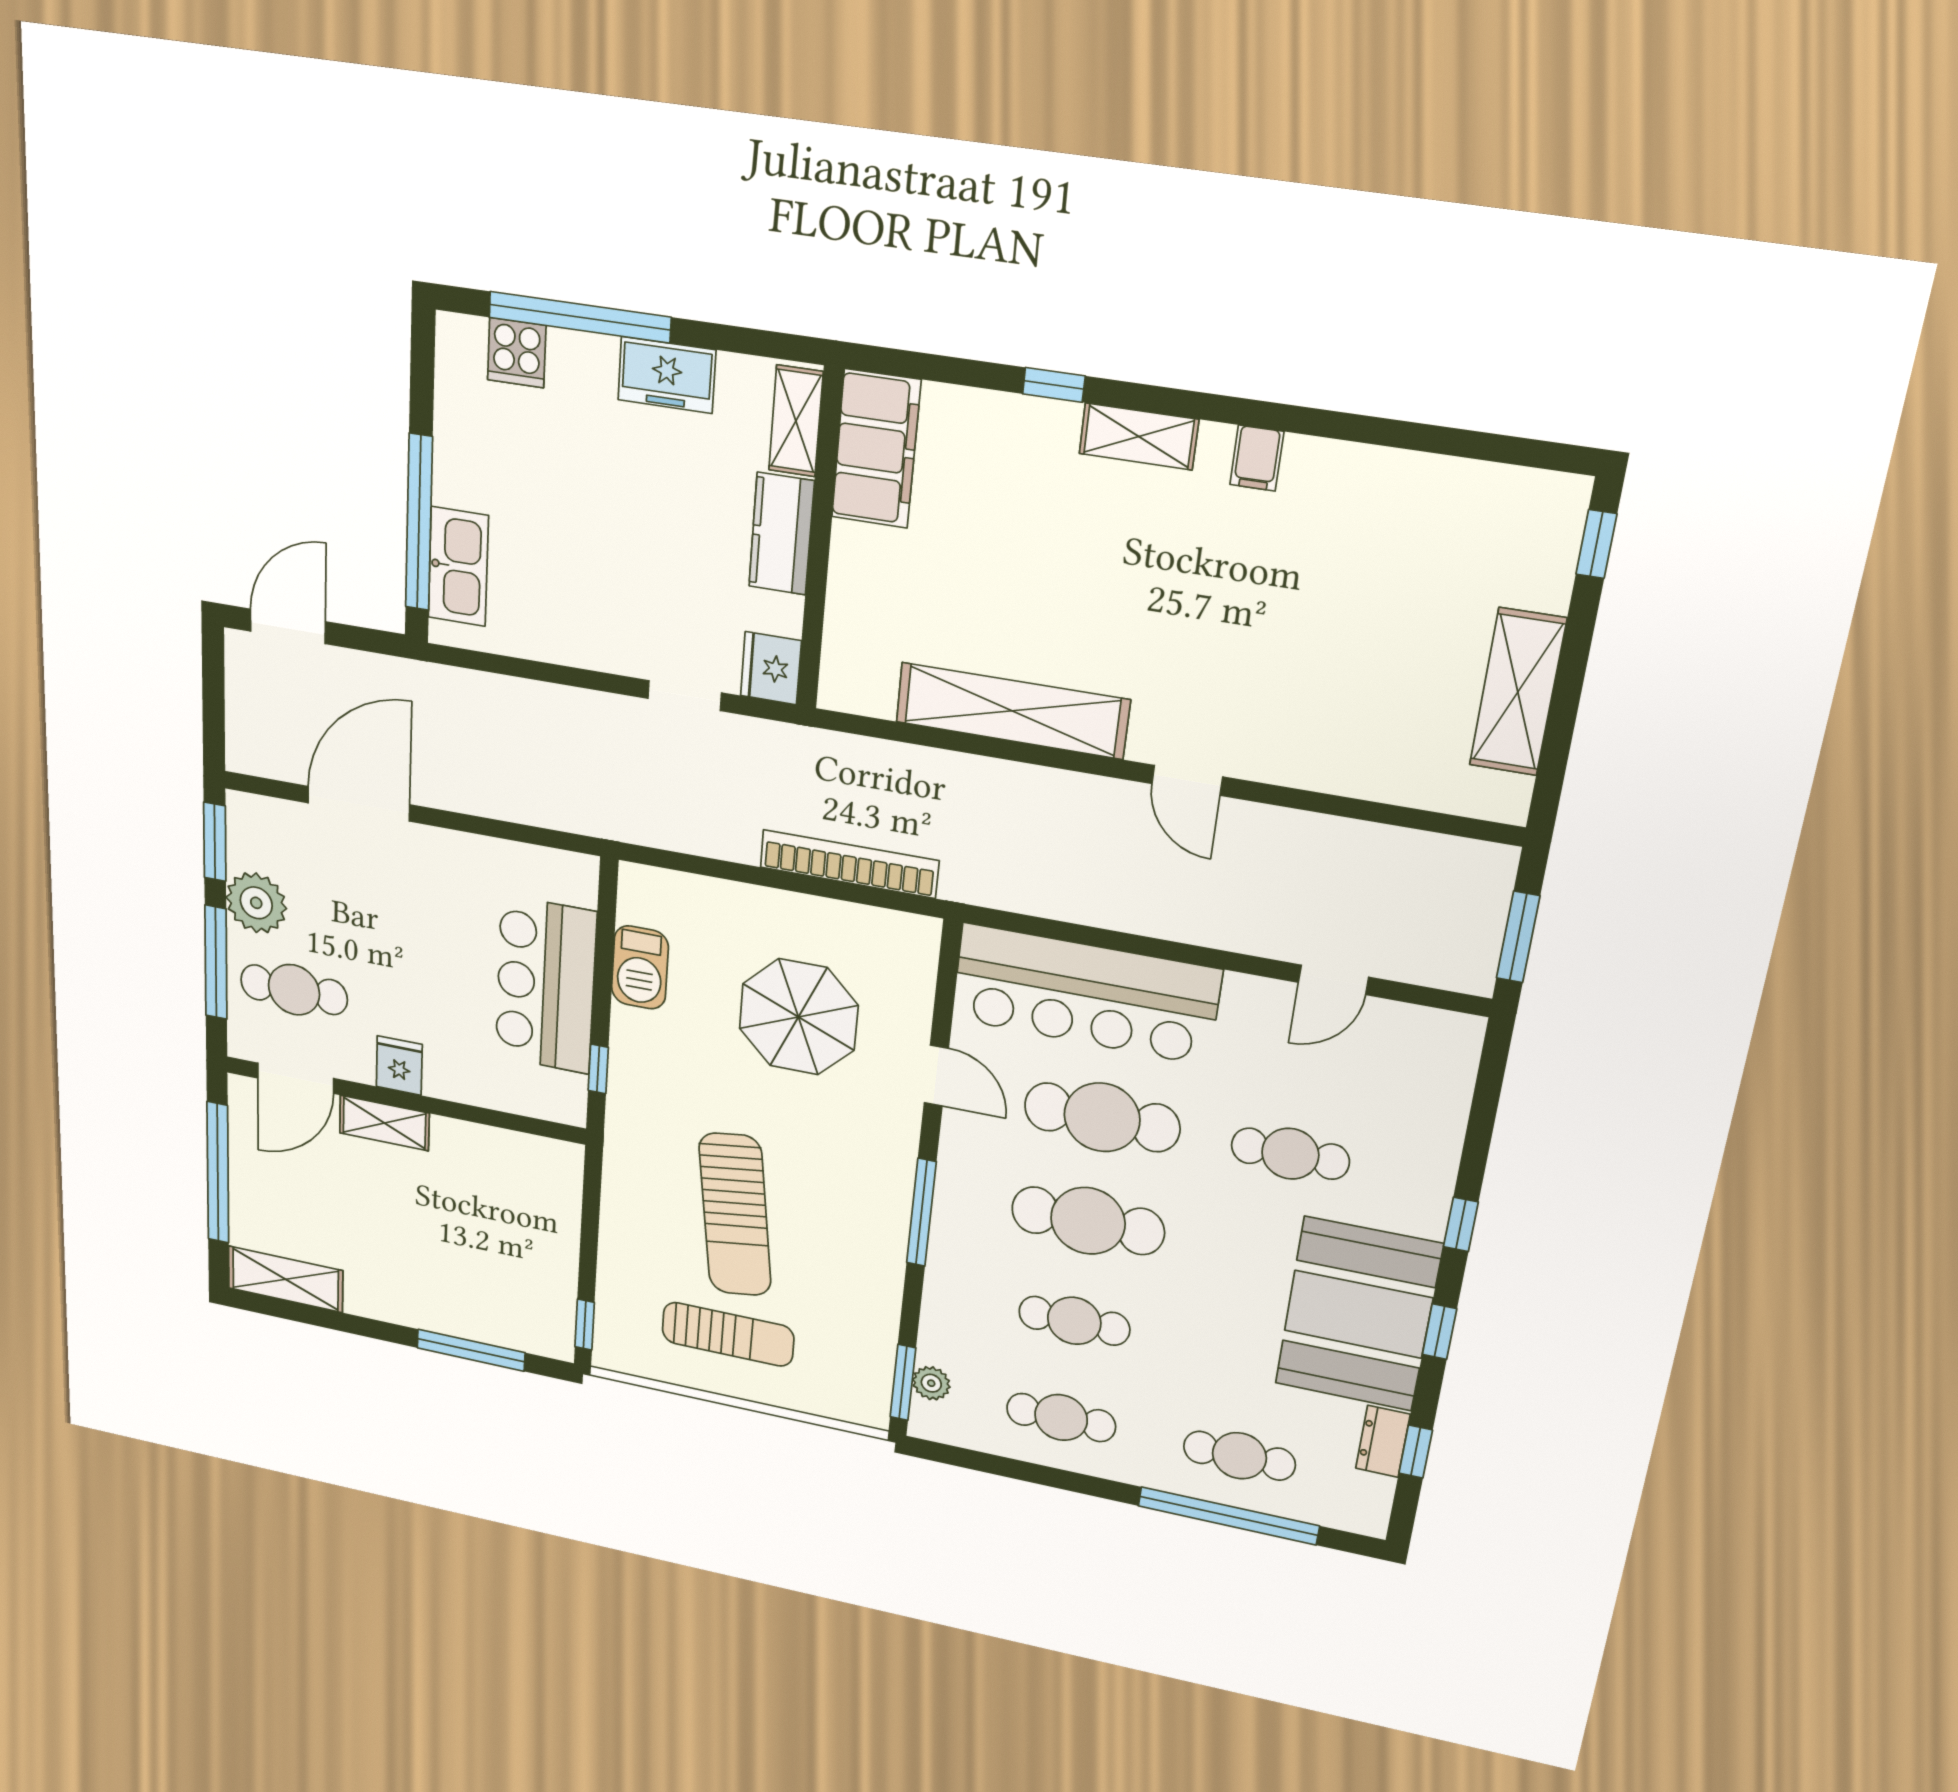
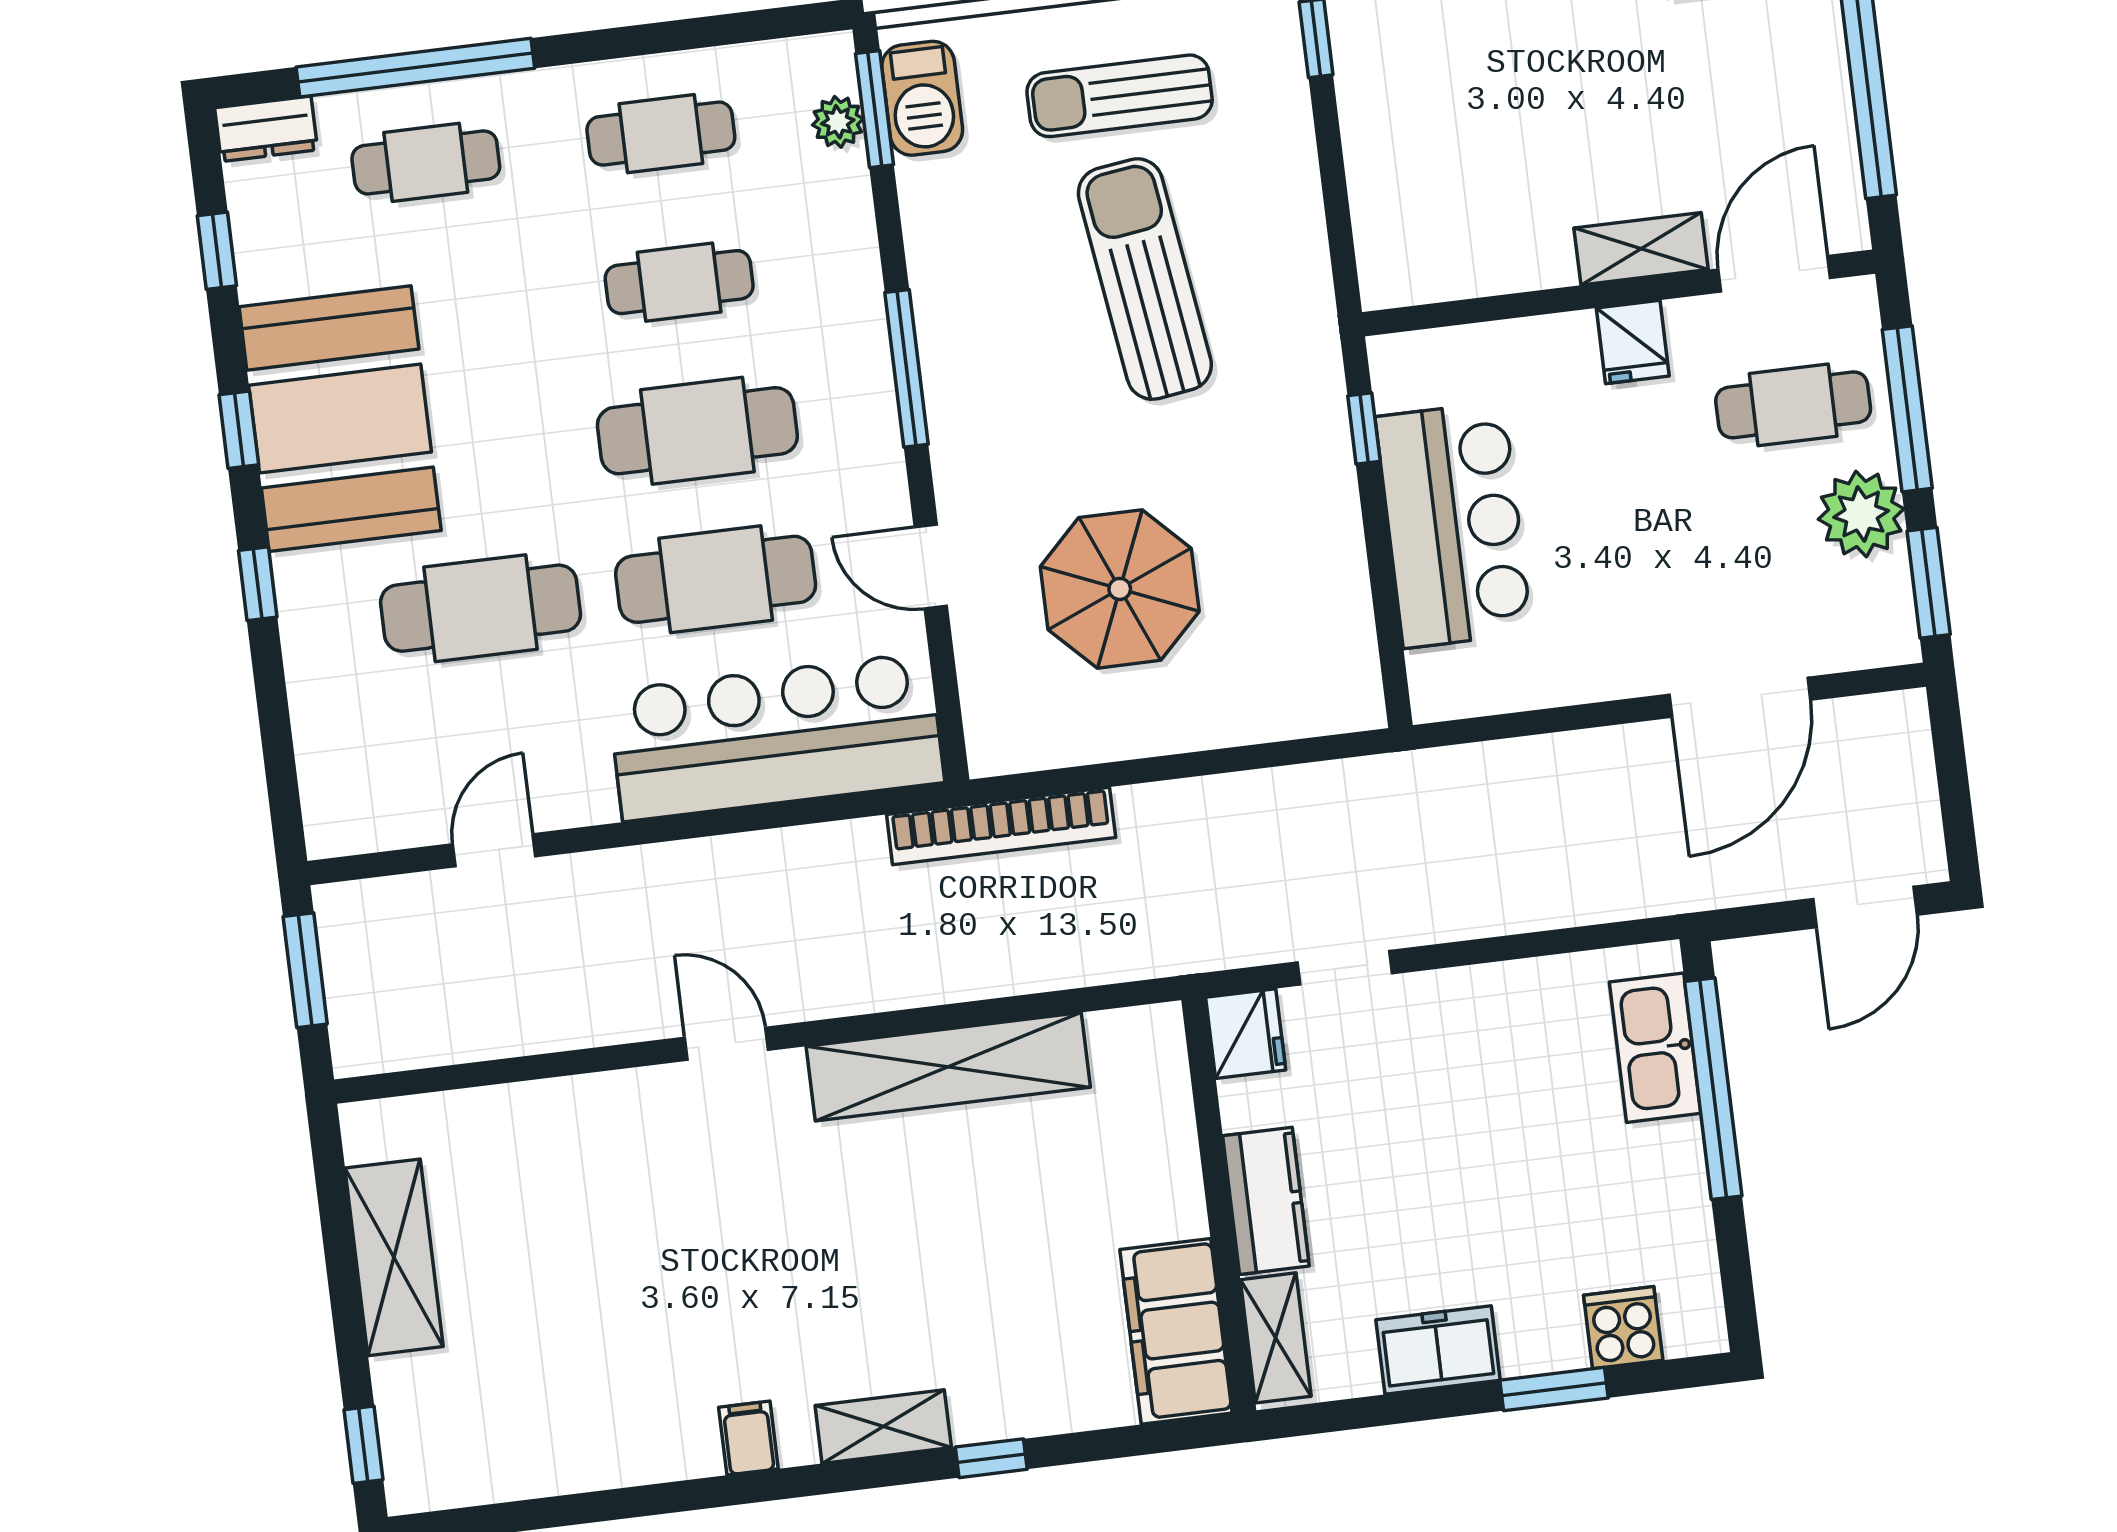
window: (580, 317) -> (1554, 1389), width x0.47
bookcase: (849, 864) -> (1001, 826), moved
barbecue: (640, 968) -> (922, 98), moved, turned 180
cafe table: (1290, 1154) -> (481, 608), width x1.37, depth x1.35
dresser: (1383, 1441) -> (266, 129), moved, turned 90

